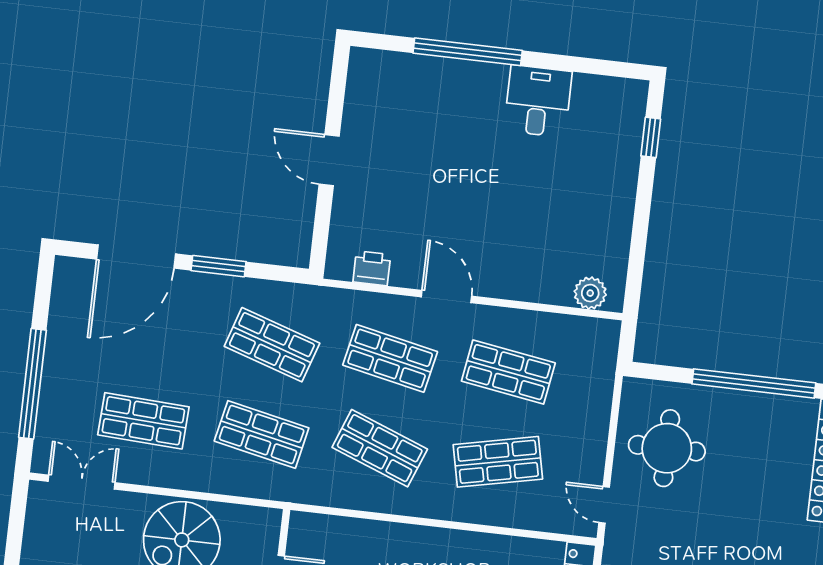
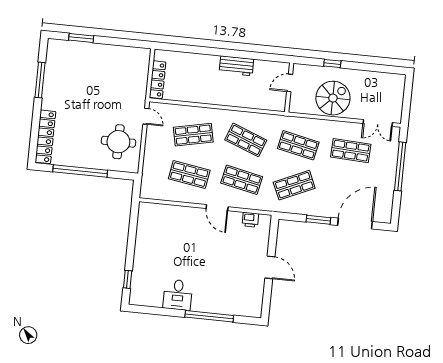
plant: (590, 293) -> (153, 210), removed
shop shelf: (272, 345) -> (294, 185), turned -42

